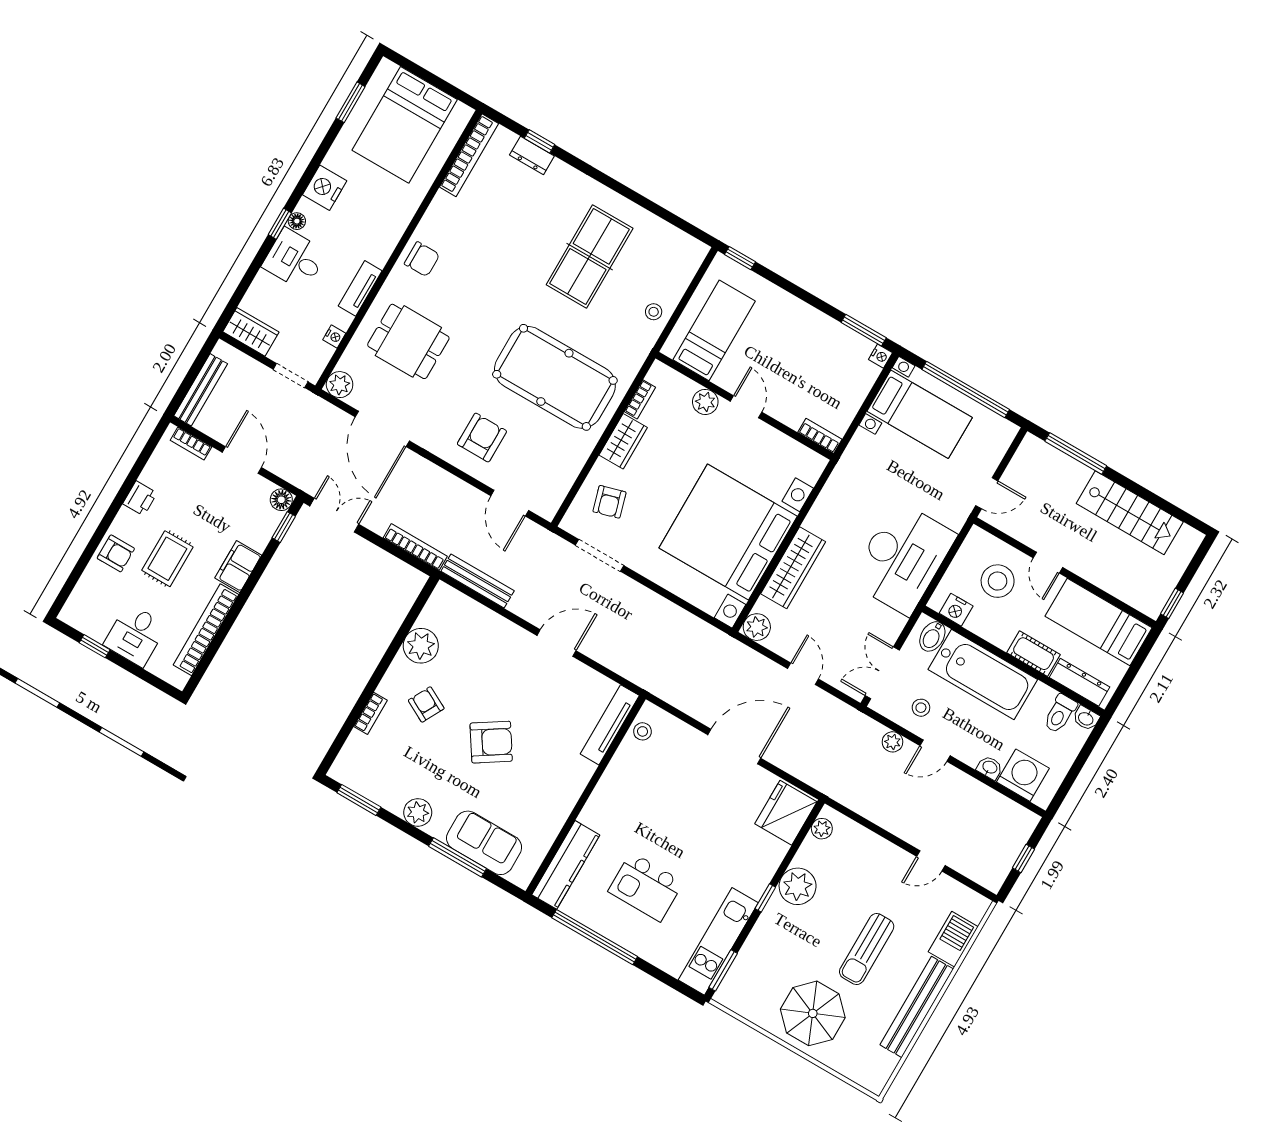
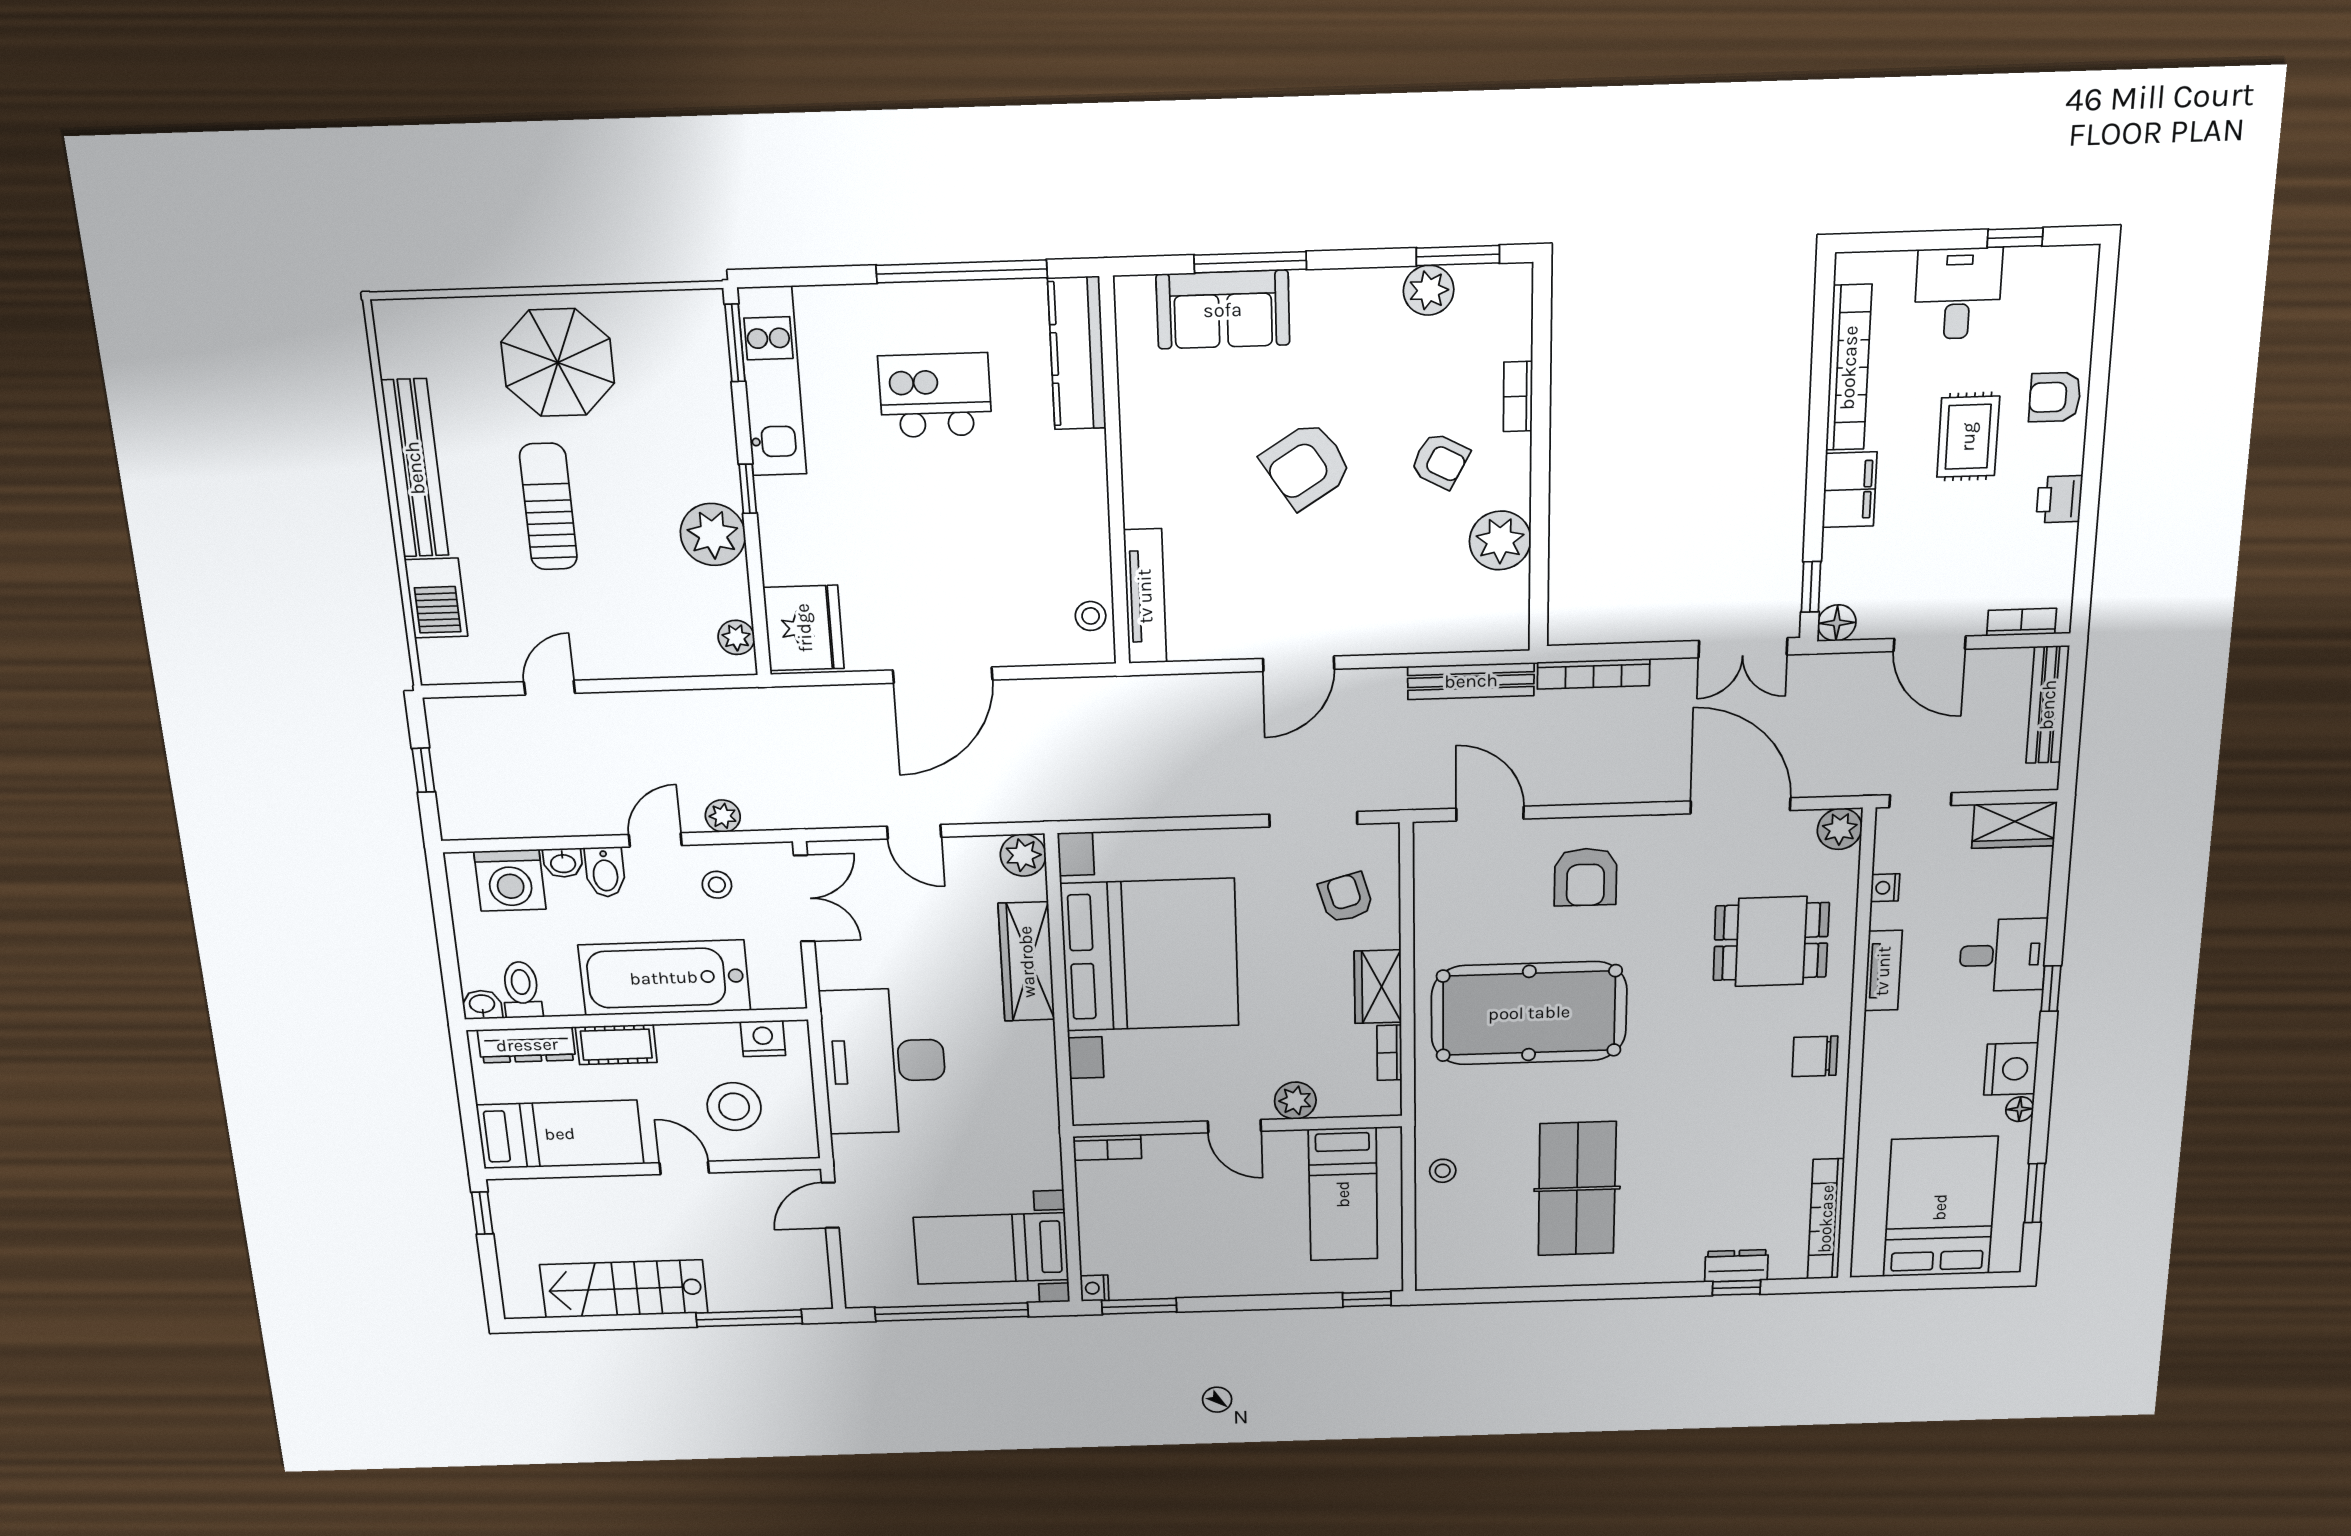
floor lamp: (297, 221) -> (2020, 1109), moved
bidet: (932, 636) -> (605, 872), moved, turned 180
plant: (418, 812) -> (1429, 290), moved

